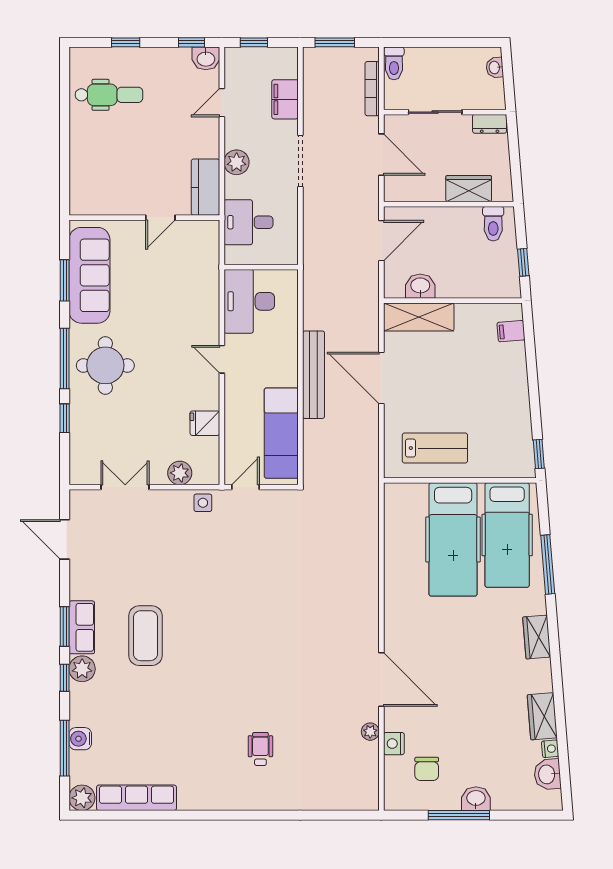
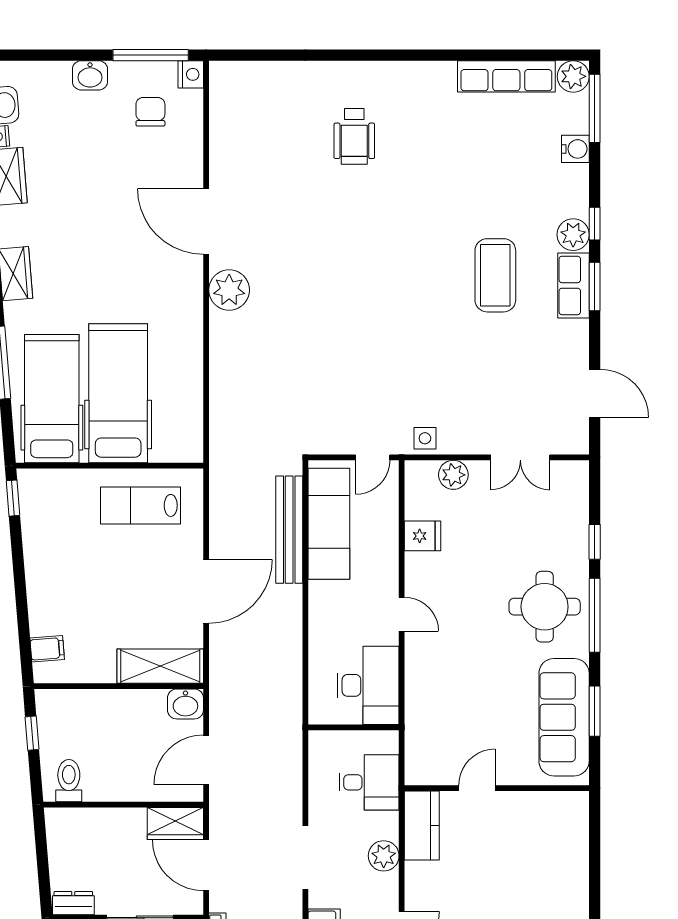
wardrobe: (469, 189) -> (175, 824), moved
washbasin: (420, 286) -> (185, 704), moved
bench: (314, 375) -> (289, 530), moved
door: (381, 378) -> (206, 591), hinge flipped
plant: (370, 732) -> (229, 290), moved, width x1.87, depth x1.87
nightstand: (394, 744) -> (191, 74), moved
window: (65, 748) -> (595, 108), moved
wheelchair: (260, 749) -> (354, 136), width x1.36, depth x1.37
window: (459, 815) -> (151, 55), moved

